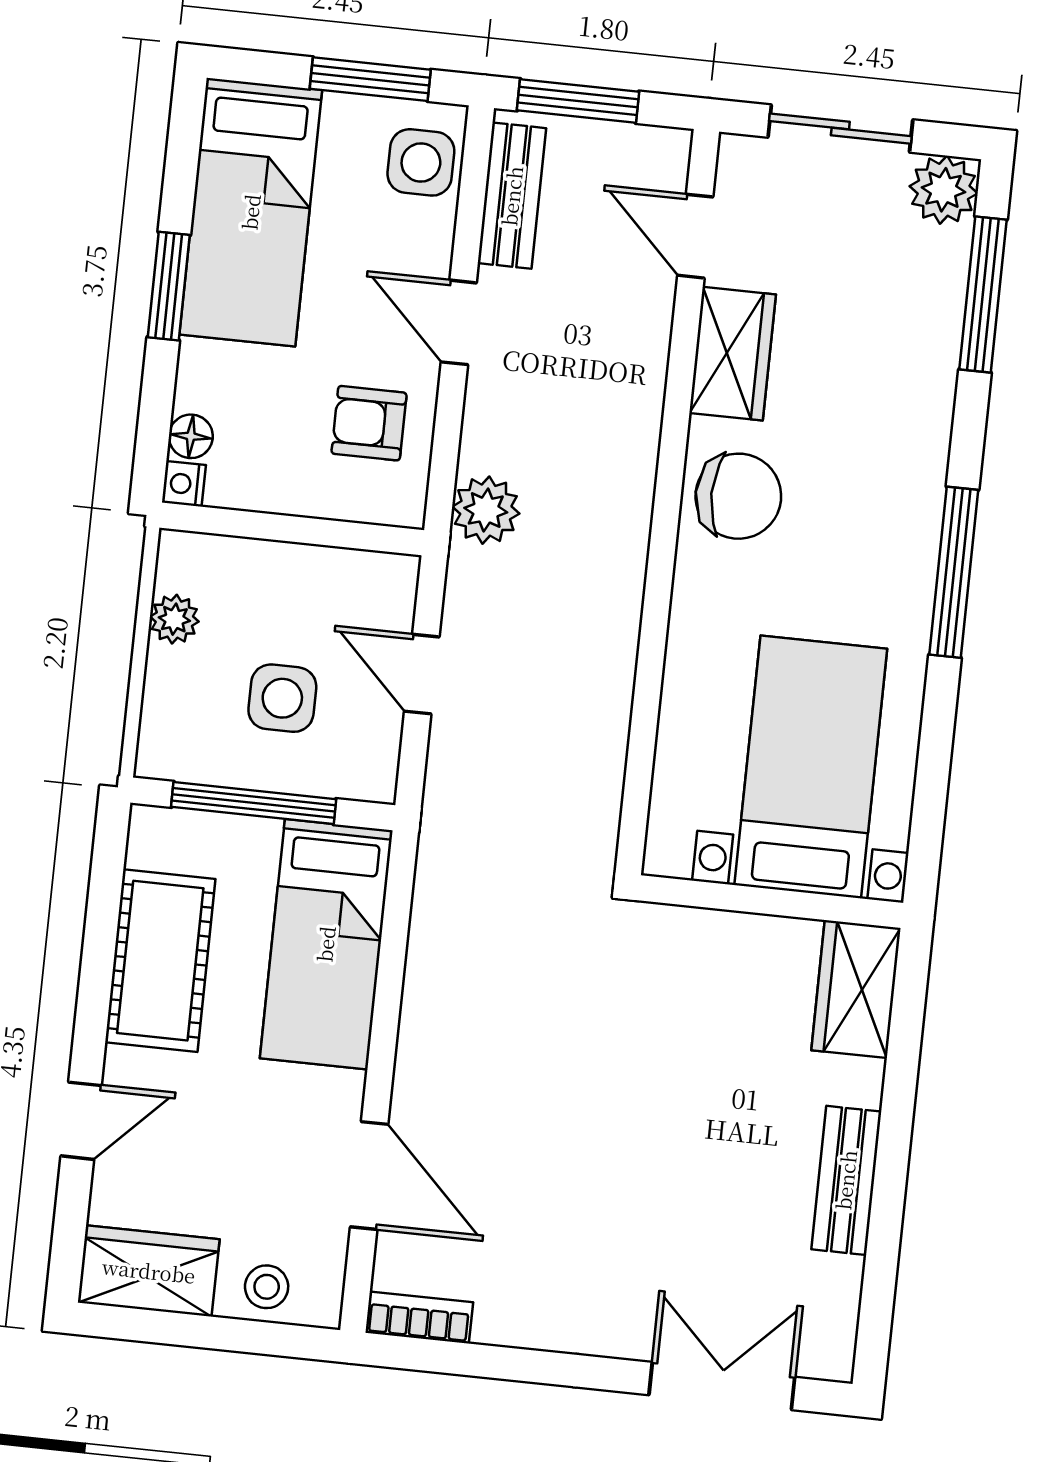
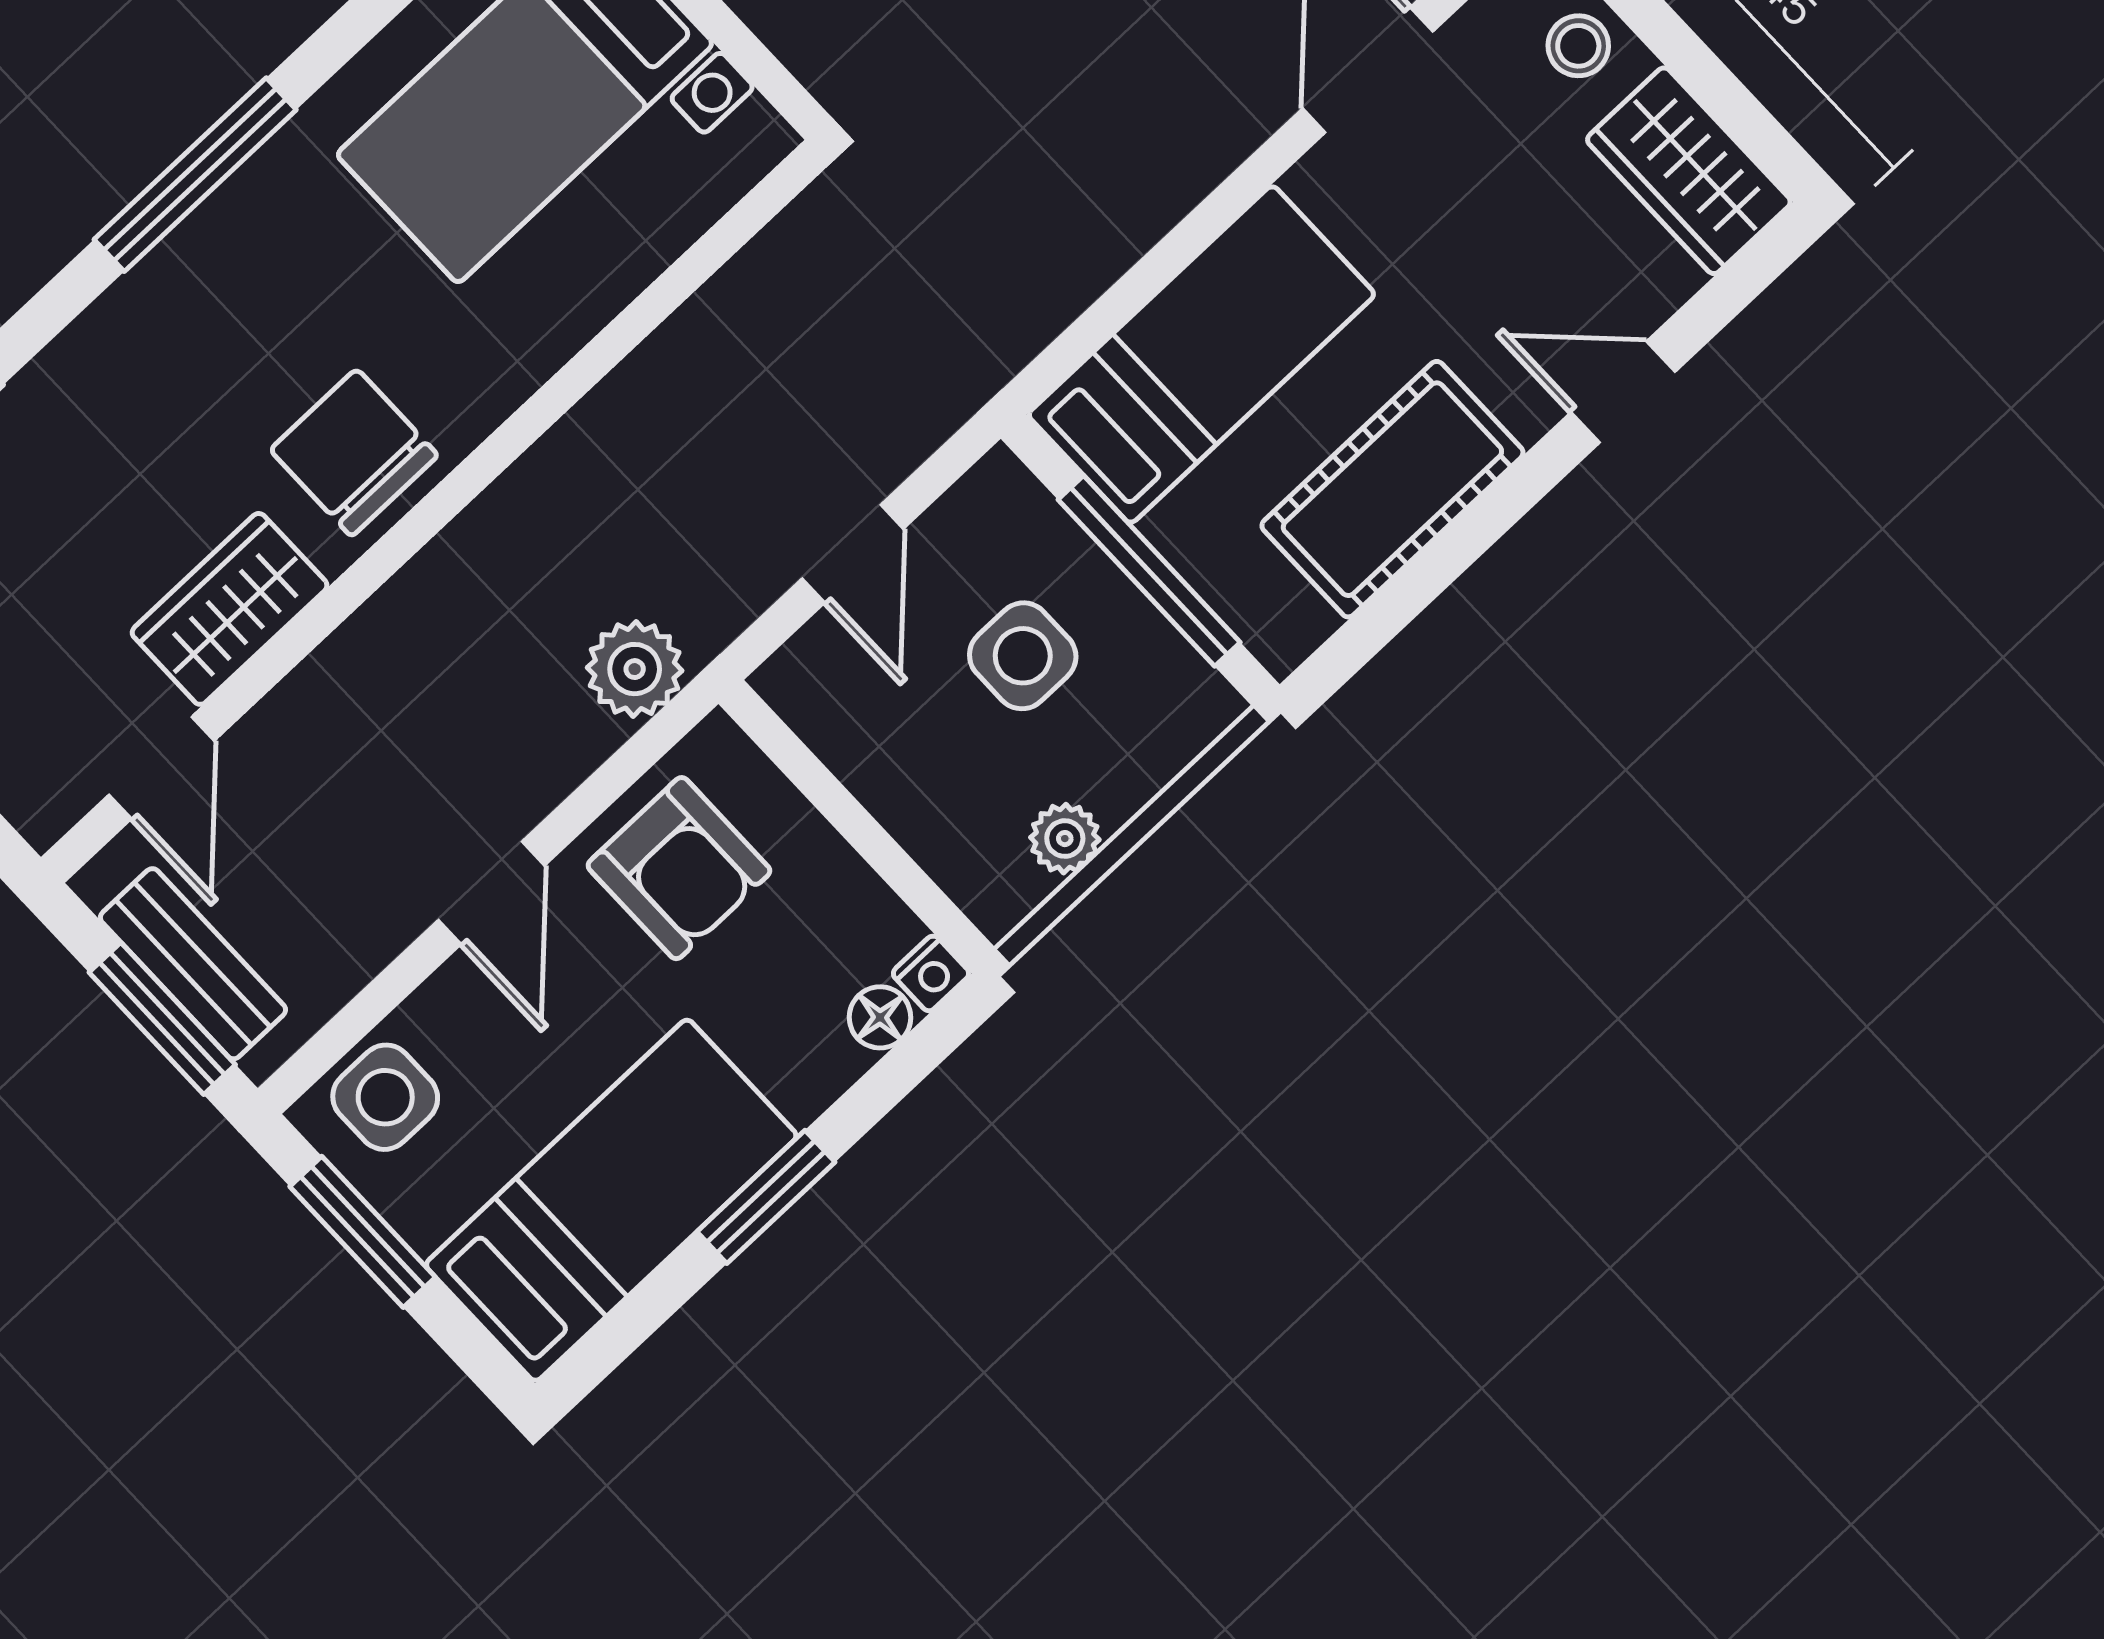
bench: (512, 196) -> (193, 964), moved, turned 90
armchair: (369, 423) -> (679, 868), width x1.38, depth x1.38

